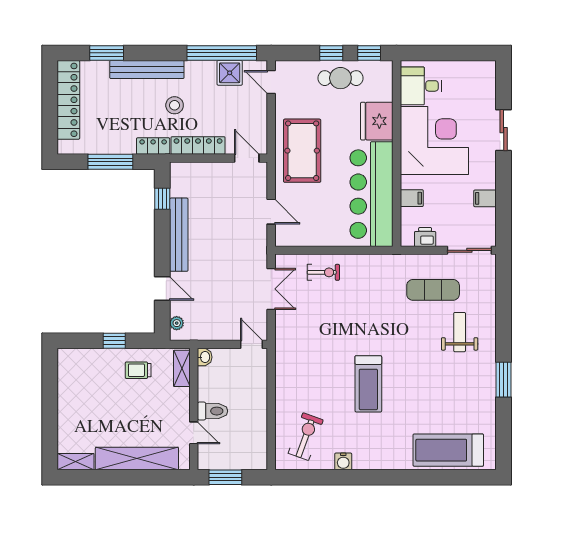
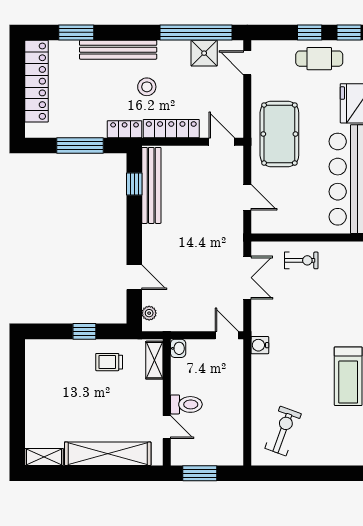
bench: (179, 235) -> (151, 185), moved
water cooler: (343, 461) -> (260, 345), moved, turned 90

